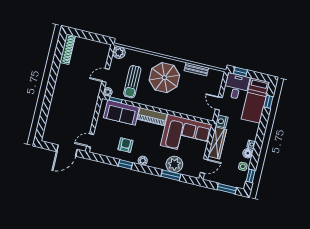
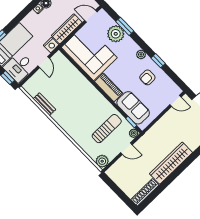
parasol: (164, 78) -> (77, 114), removed
wardrobe: (61, 87) -> (171, 163), added

